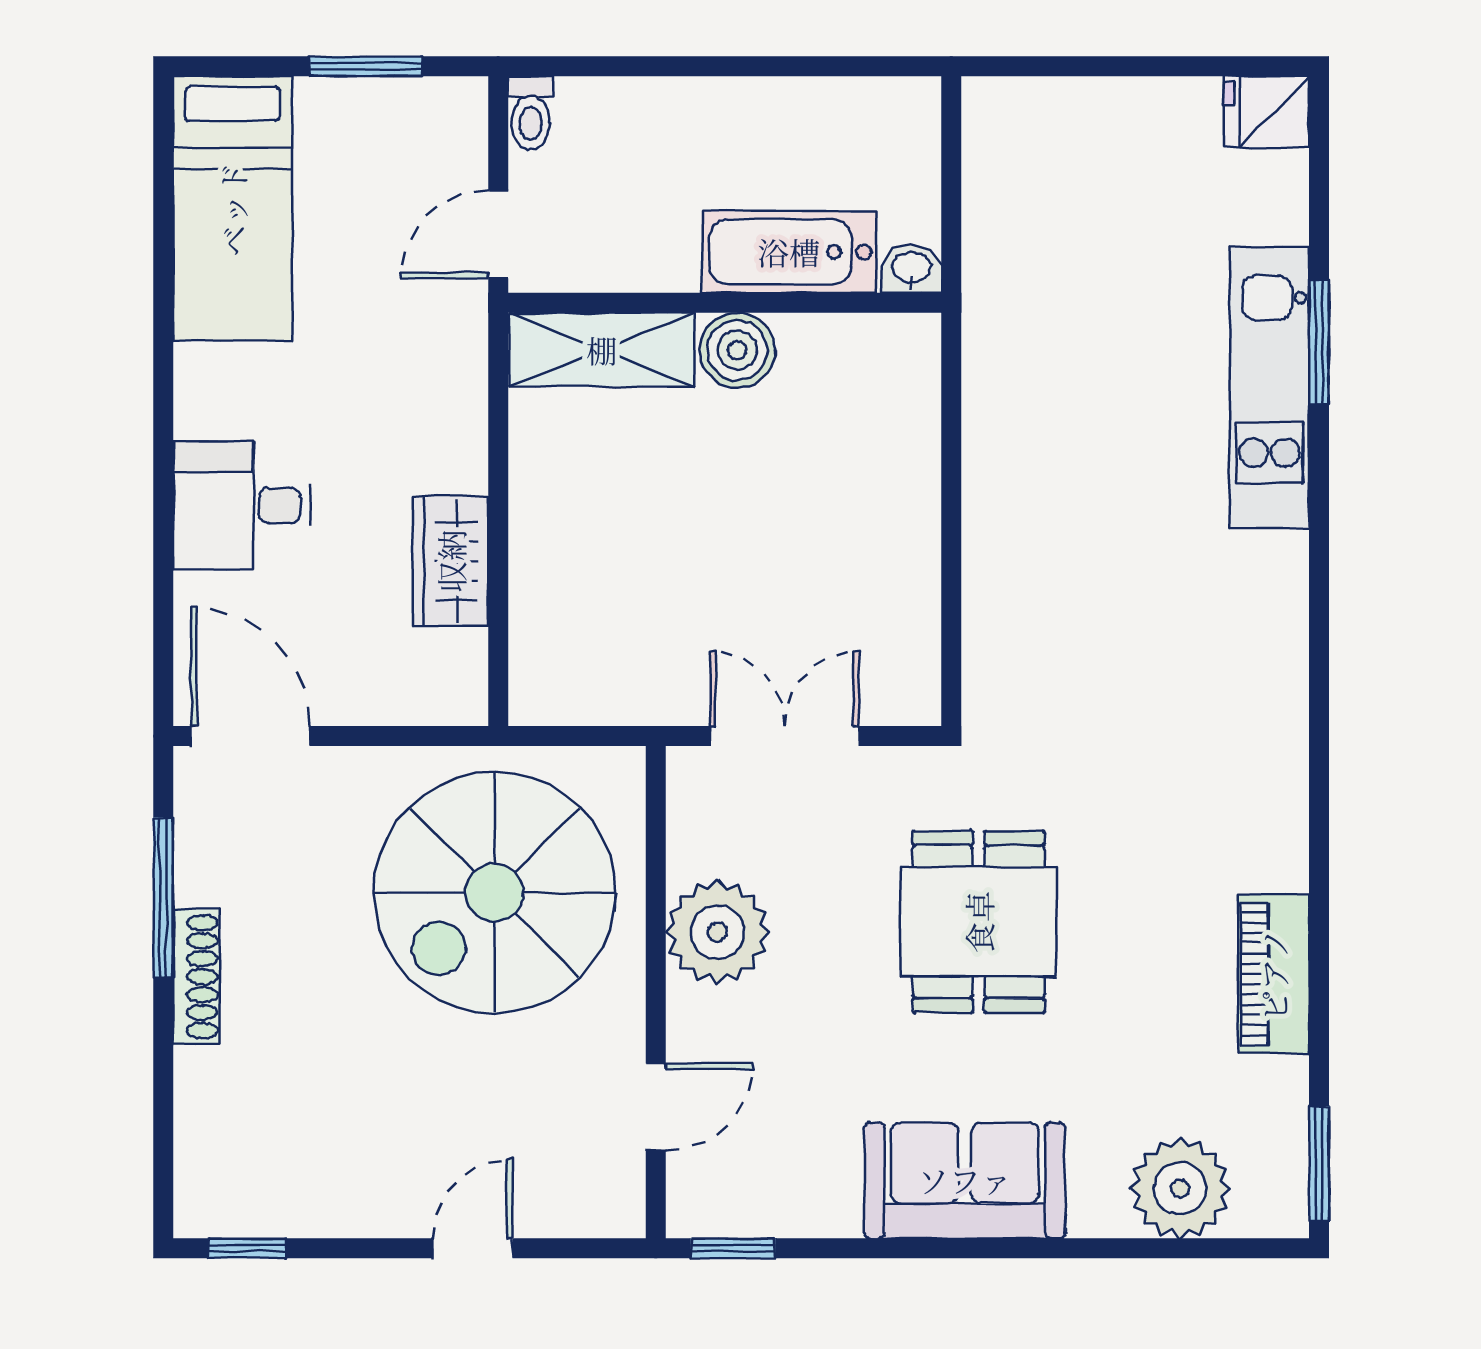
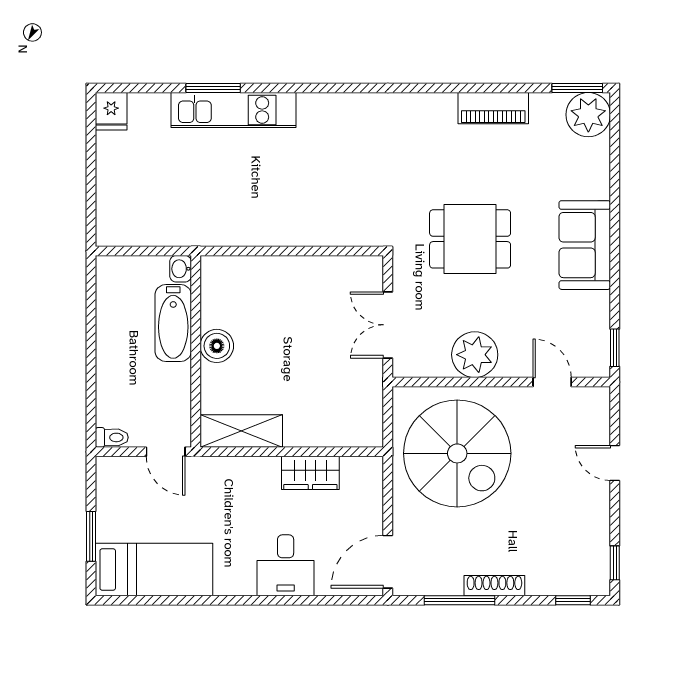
window: (366, 66) -> (91, 536), moved
shelving: (602, 350) -> (241, 431), moved, turned 90
window: (163, 1154) -> (573, 600), added
plant: (1180, 1188) -> (588, 115), moved

